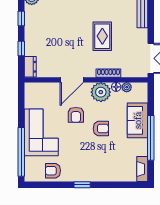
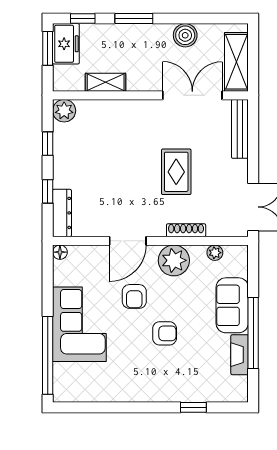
dresser: (30, 67) -> (62, 213), width x1.44
floor lamp: (116, 87) -> (60, 252), moved
armchair: (101, 129) -> (165, 333), moved
fireplace: (142, 169) -> (240, 355), moved
armchair: (53, 171) -> (98, 385), removed
window: (82, 185) -> (193, 407), moved

